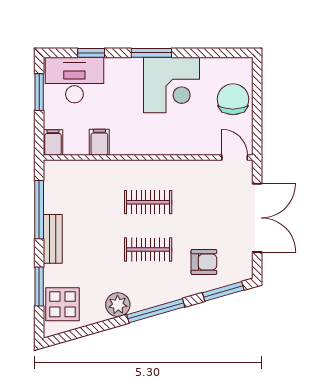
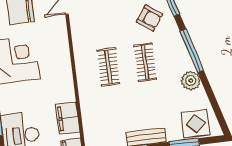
filing cabinet: (99, 142) -> (68, 118), width x2.00
armchair: (204, 262) -> (149, 18), turned 126

